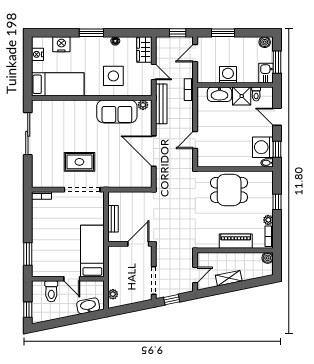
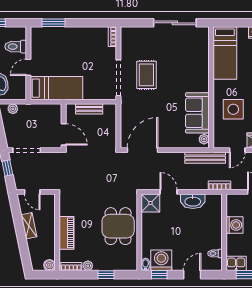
washbasin: (219, 94) -> (193, 201), moved, turned -90
shower: (242, 96) -> (150, 203), moved
door: (154, 151) -> (143, 150), moved

